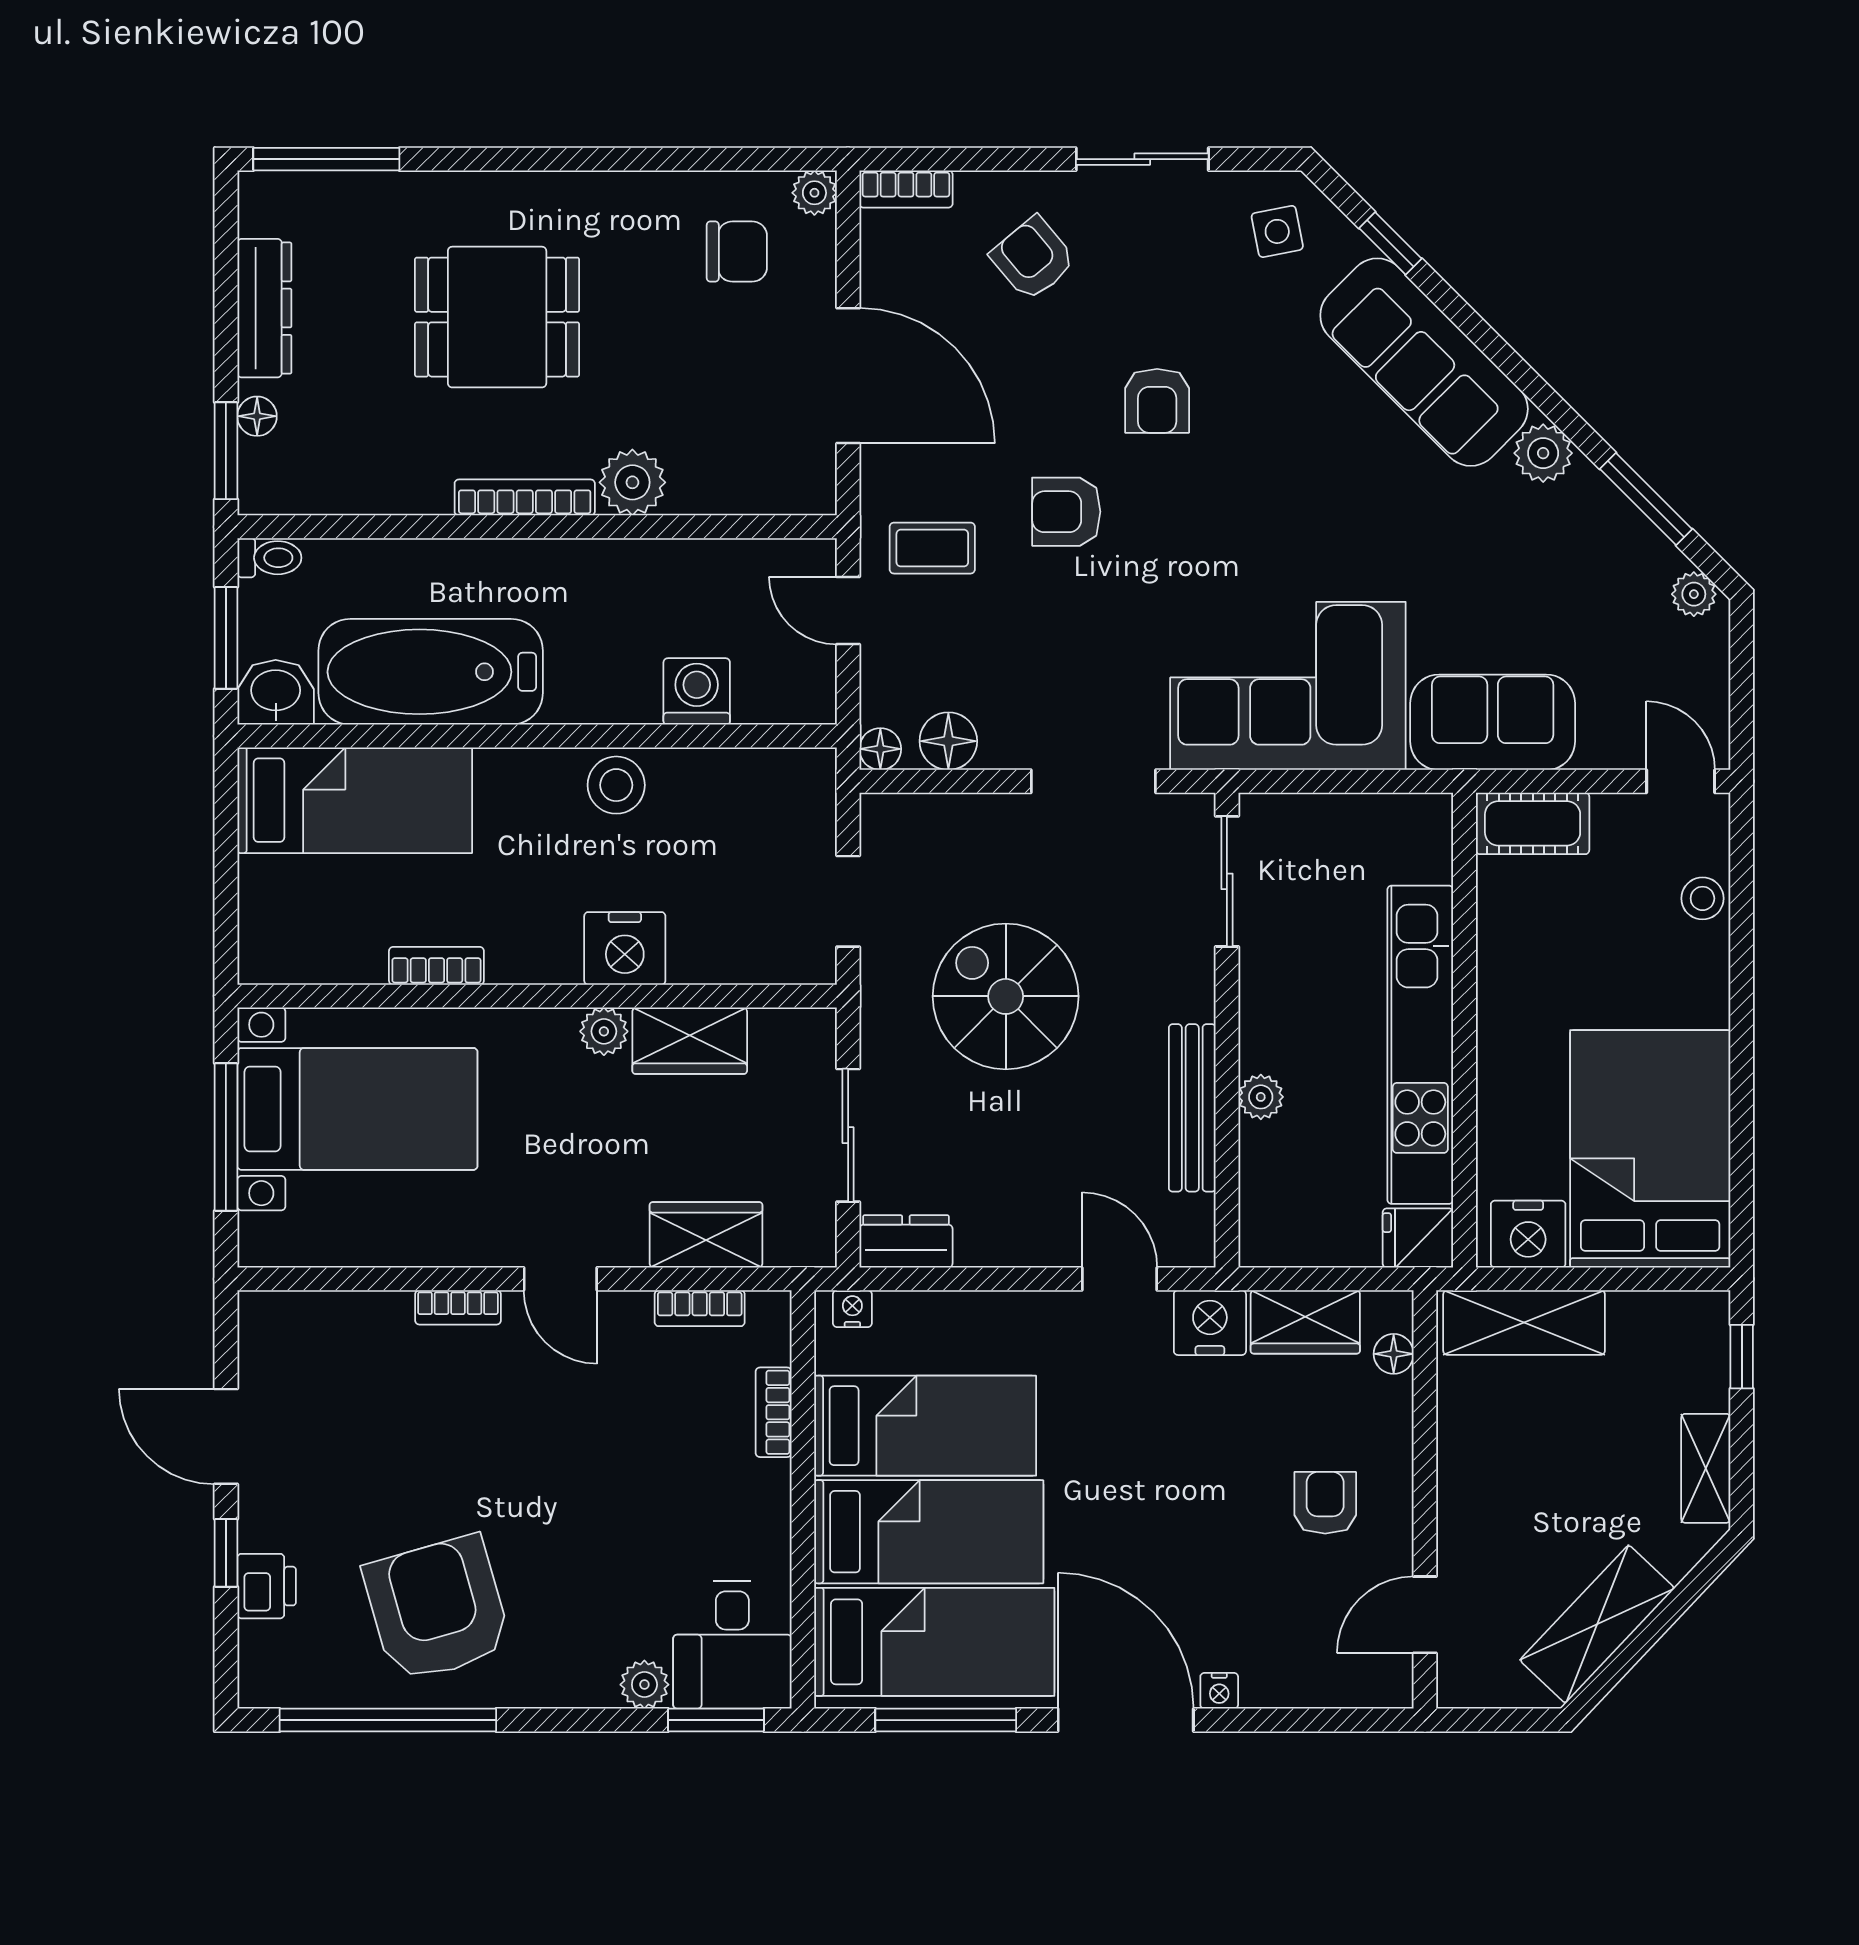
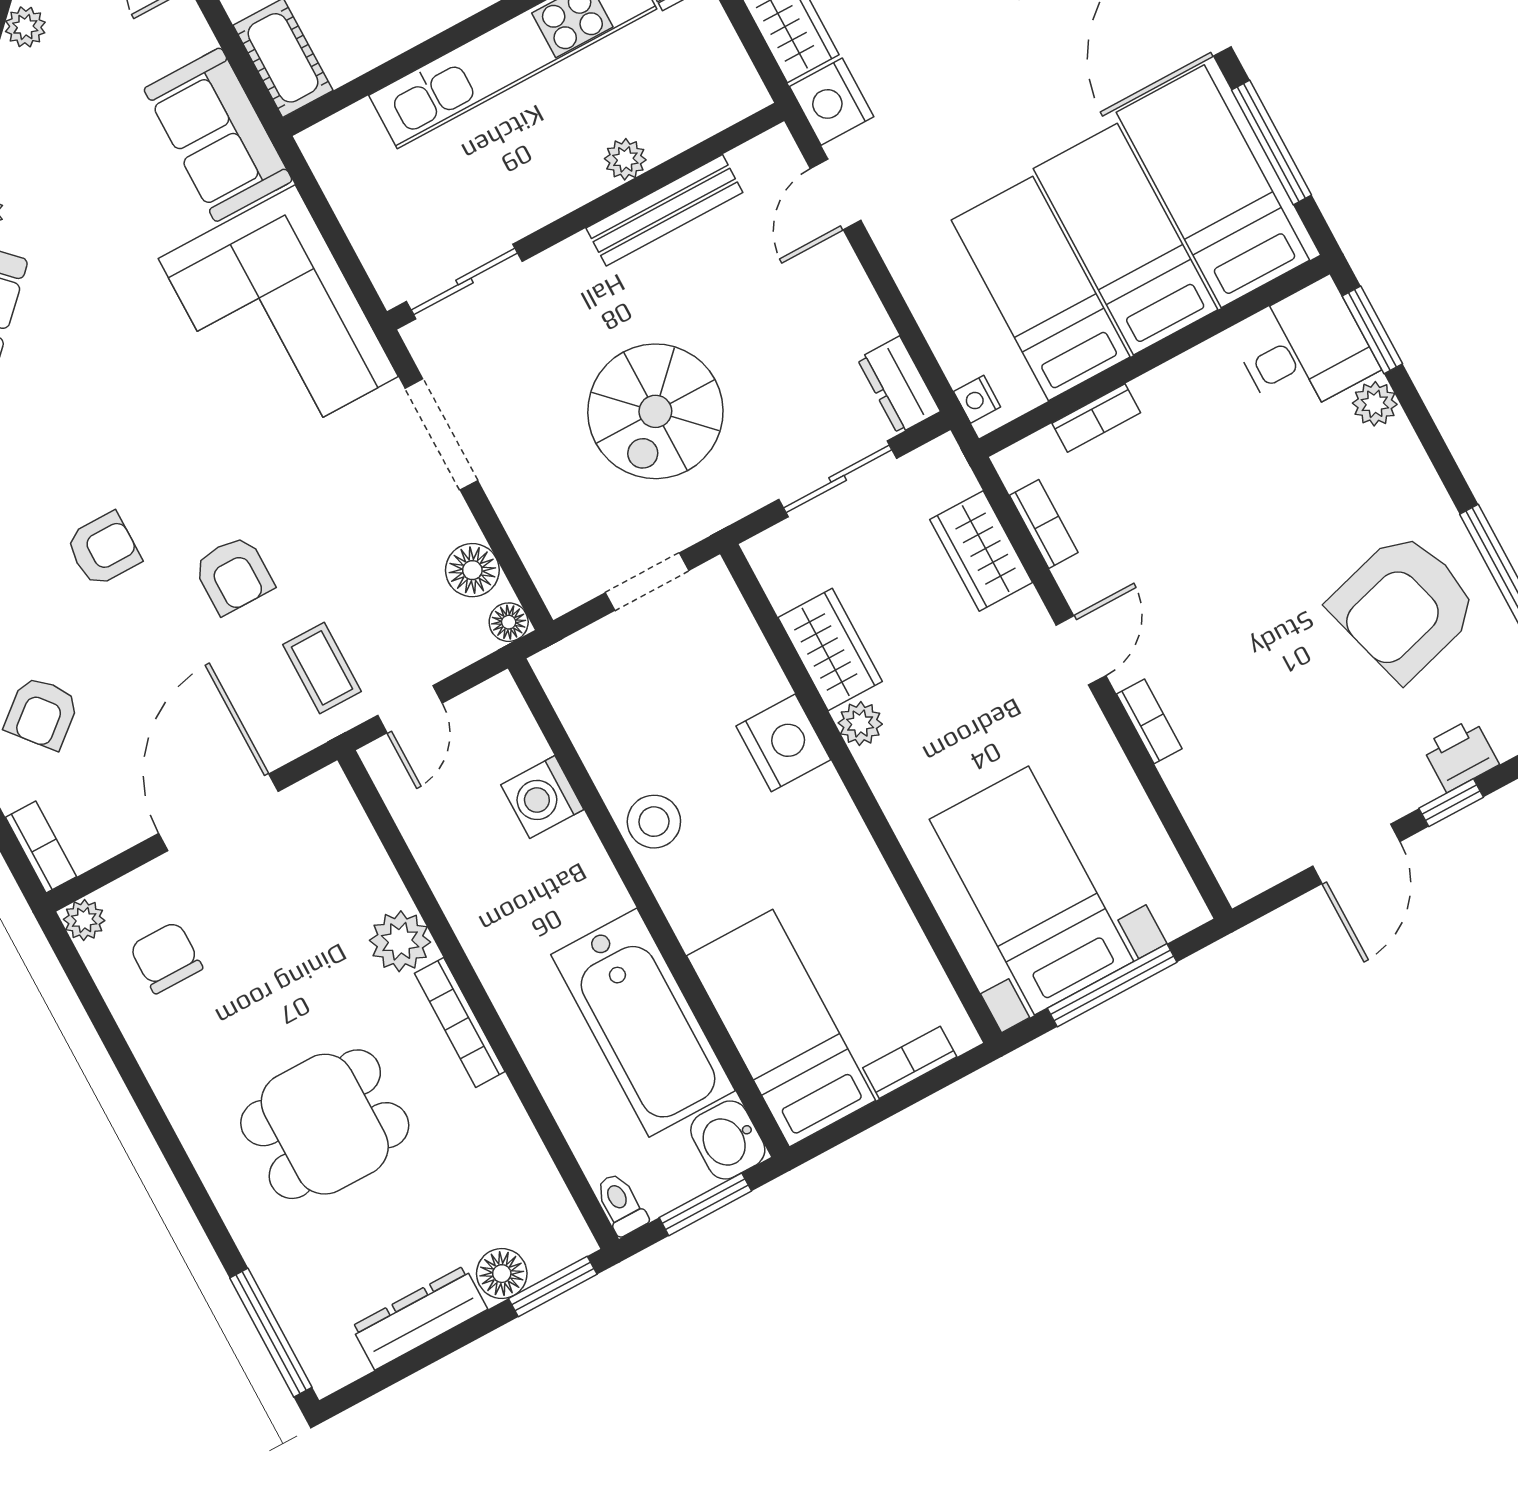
dining table: (497, 317) -> (325, 1124), turned 90
floor lamp: (257, 416) -> (502, 1274), width x1.37, depth x1.37
bookcase: (436, 966) -> (910, 1062), moved, turned 90

